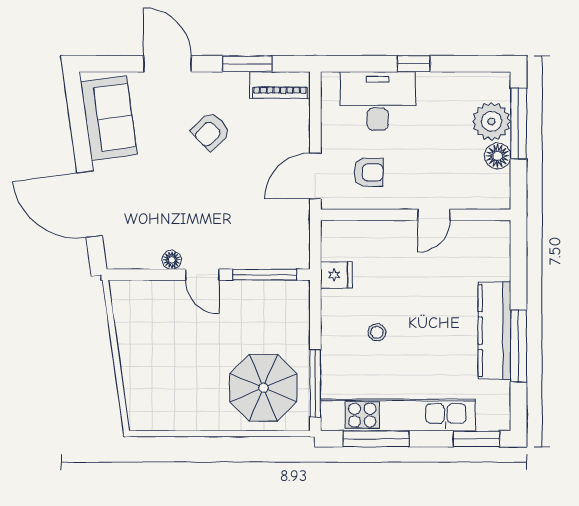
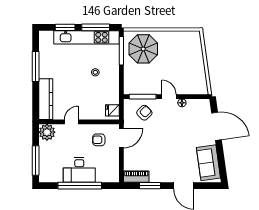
window: (414, 64) -> (80, 186), width x3.17
desk: (378, 101) -> (79, 170), moved
plant: (491, 121) -> (47, 132), moved
armchair: (211, 131) -> (144, 113), moved
floor lamp: (498, 156) -> (44, 147), removed
fridge: (336, 275) -> (112, 110), moved
kitchen counter: (494, 331) -> (46, 99), moved
window: (477, 439) -> (65, 27), moved

